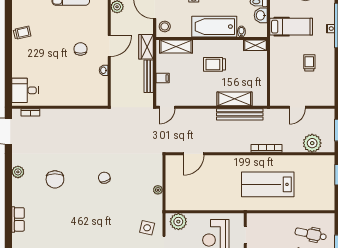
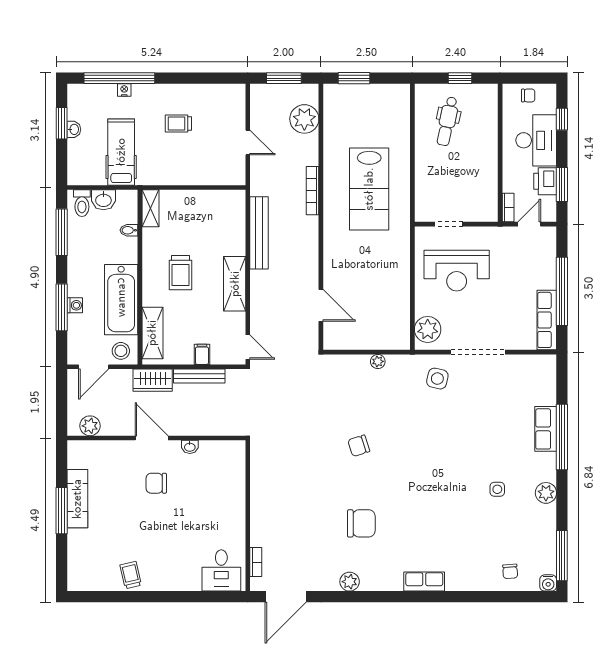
bathtub: (214, 27) -> (121, 300), moved
shelving: (235, 99) -> (235, 284), moved

